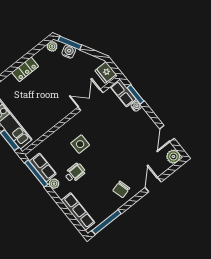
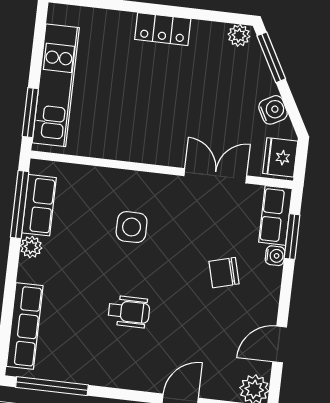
water cooler: (69, 52) -> (273, 110), moved
wheelchair: (75, 173) -> (129, 312), moved
chair: (121, 189) -> (224, 273), moved

